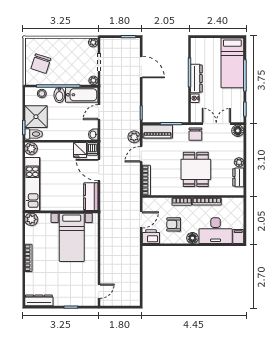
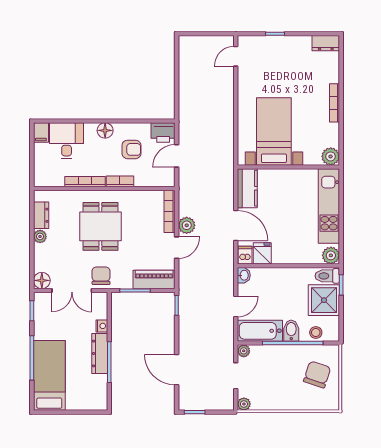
plant: (134, 137) -> (187, 225), moved
desk: (216, 231) -> (67, 141), width x0.73
dresser: (39, 300) -> (326, 43), width x0.70

